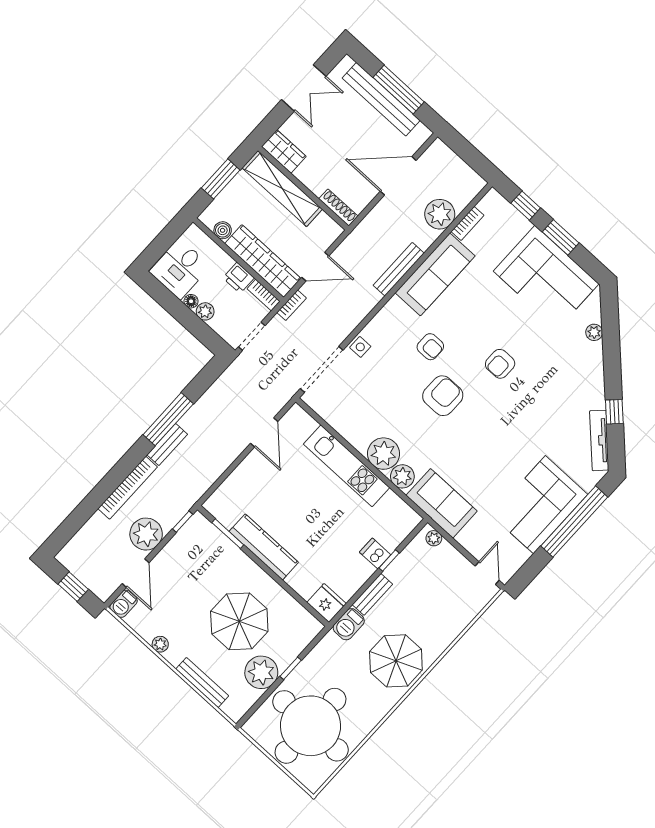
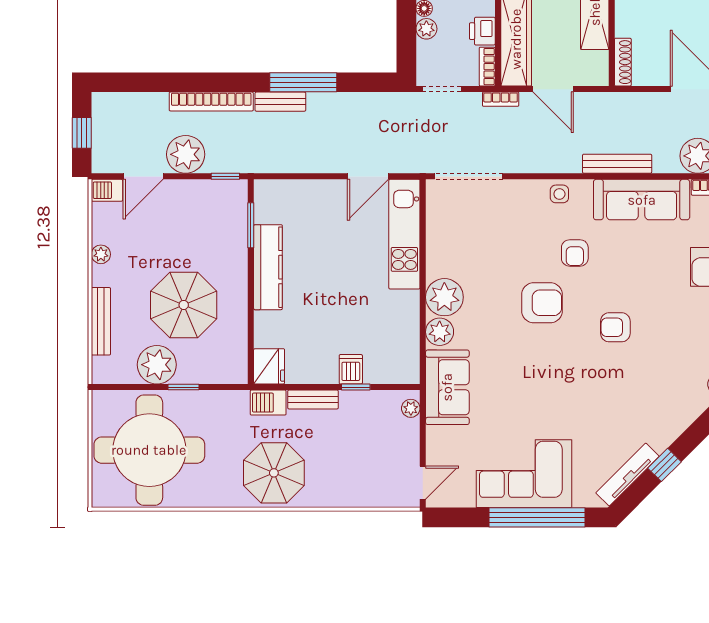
side table: (360, 347) -> (559, 194), moved
kitchen unit: (347, 466) -> (404, 234), moved

